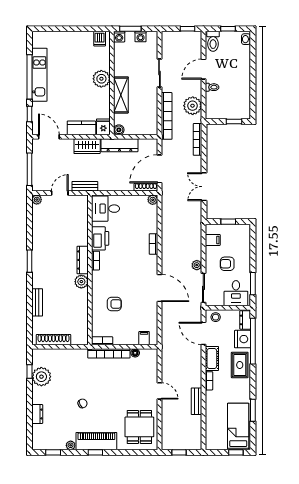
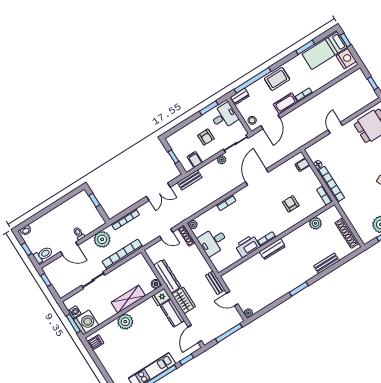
washing machine: (119, 37) -> (86, 322), width x1.89, depth x1.89
door: (159, 169) -> (166, 234), width x0.53
desk: (106, 209) -> (213, 242), moved, turned 90
plant: (81, 282) -> (315, 223), moved
nightstand: (243, 339) -> (346, 59), moved, turned 90
bench: (196, 401) -> (190, 180), moved

